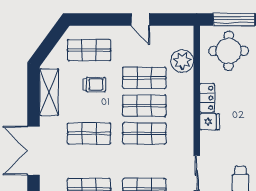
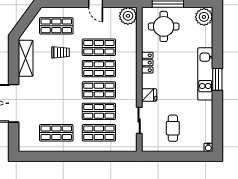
plant: (182, 61) -> (128, 16), moved
fridge: (210, 122) -> (149, 95), moved
shop shelf: (89, 133) -> (99, 111), moved

